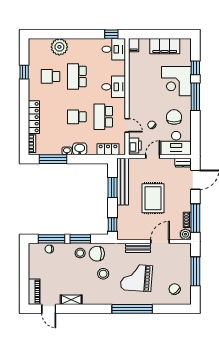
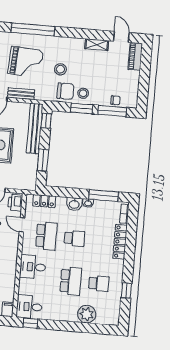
bench: (123, 182) -> (35, 128), moved

